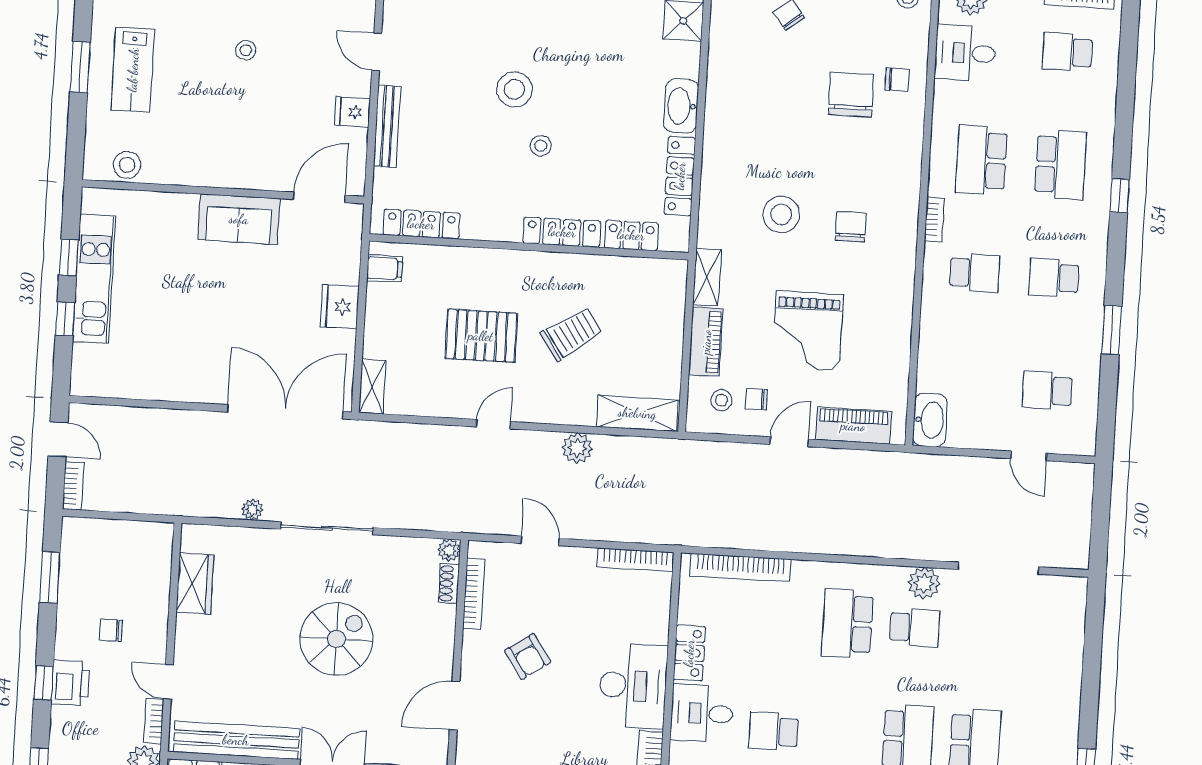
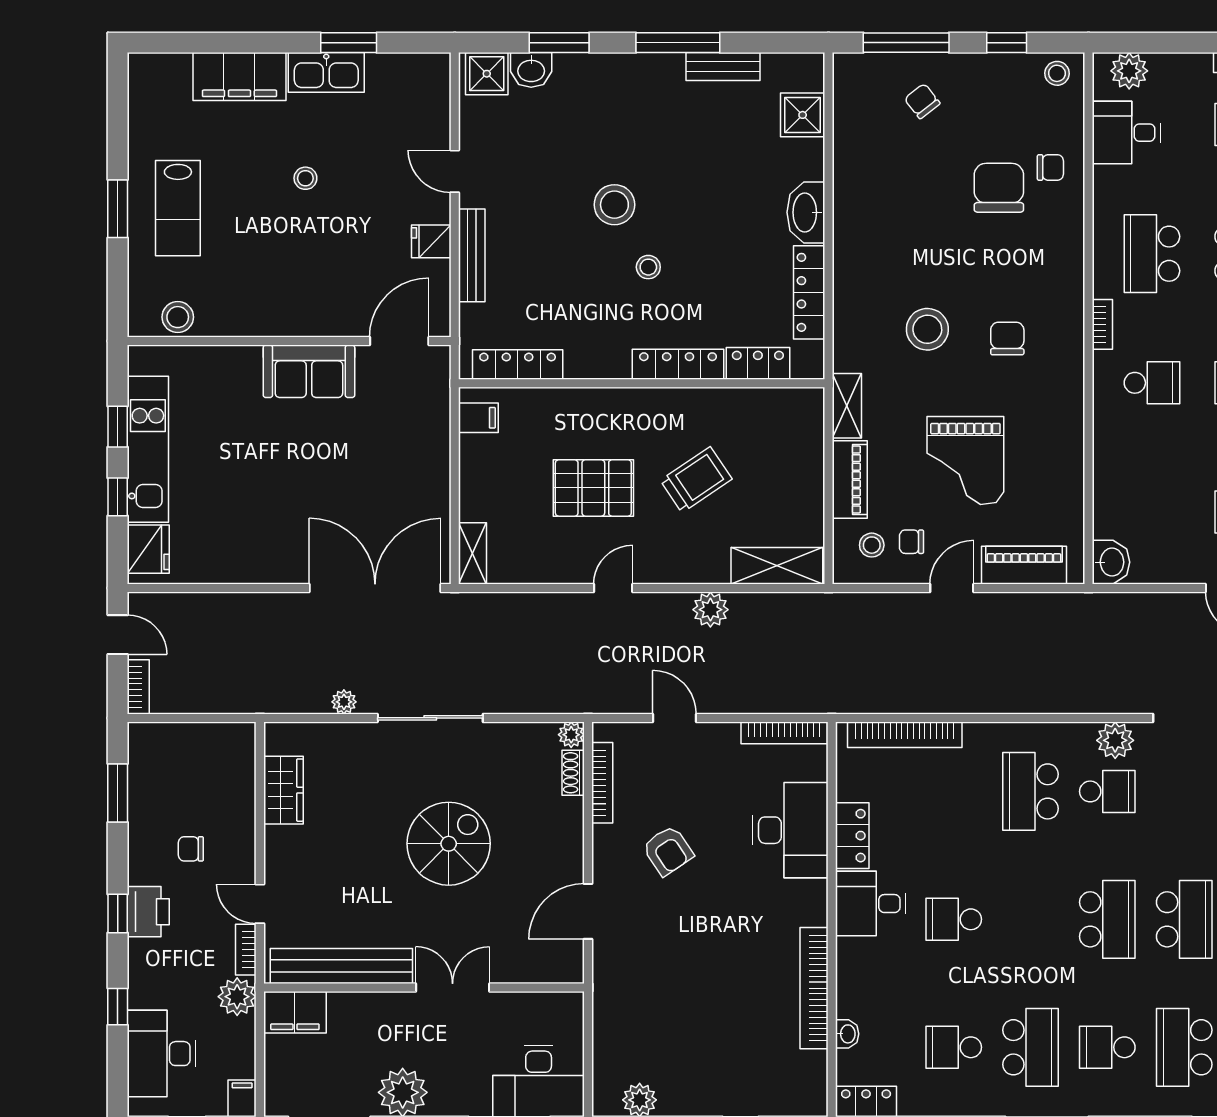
fridge: (340, 307) -> (148, 549), moved, turned 180
washbasin: (930, 420) -> (1111, 562), width x0.72
desk: (633, 686) -> (790, 830), moved

